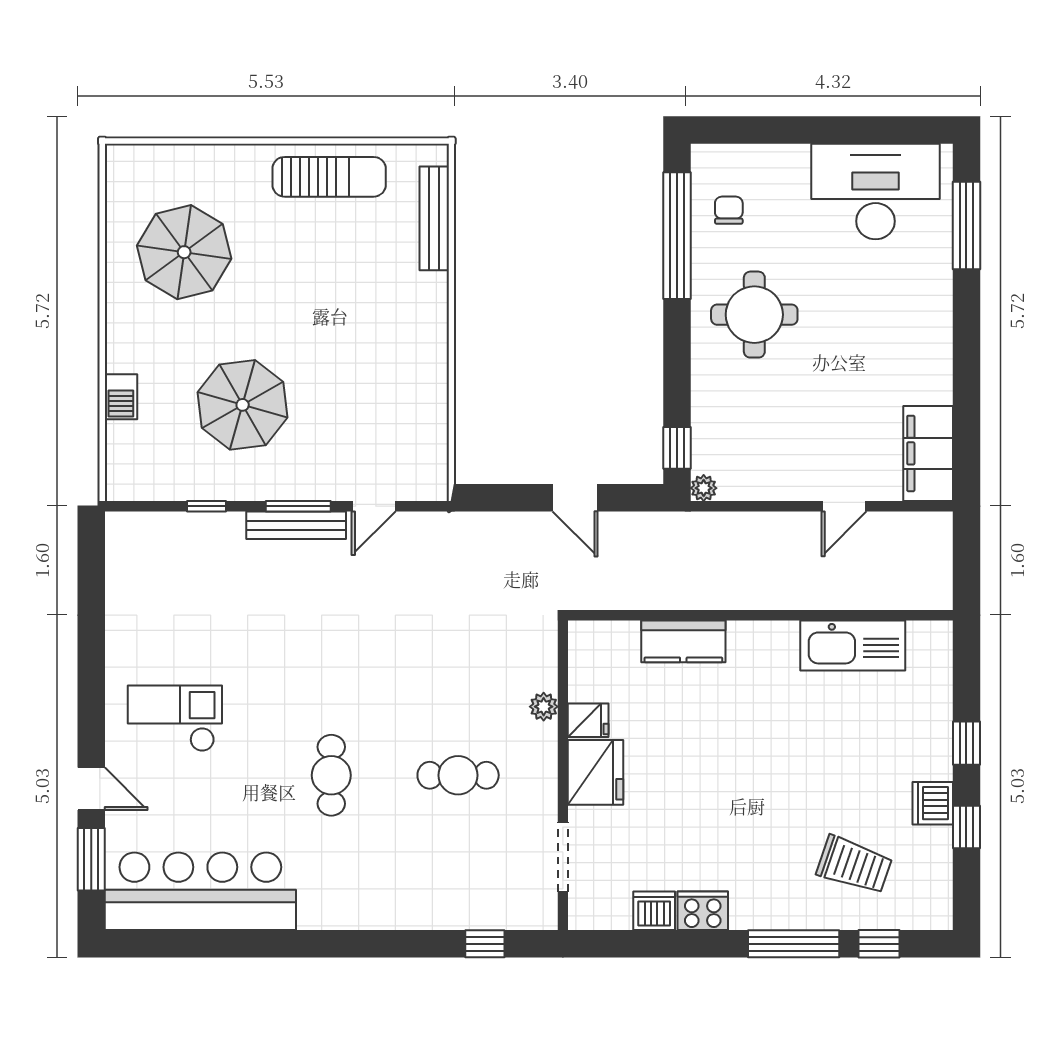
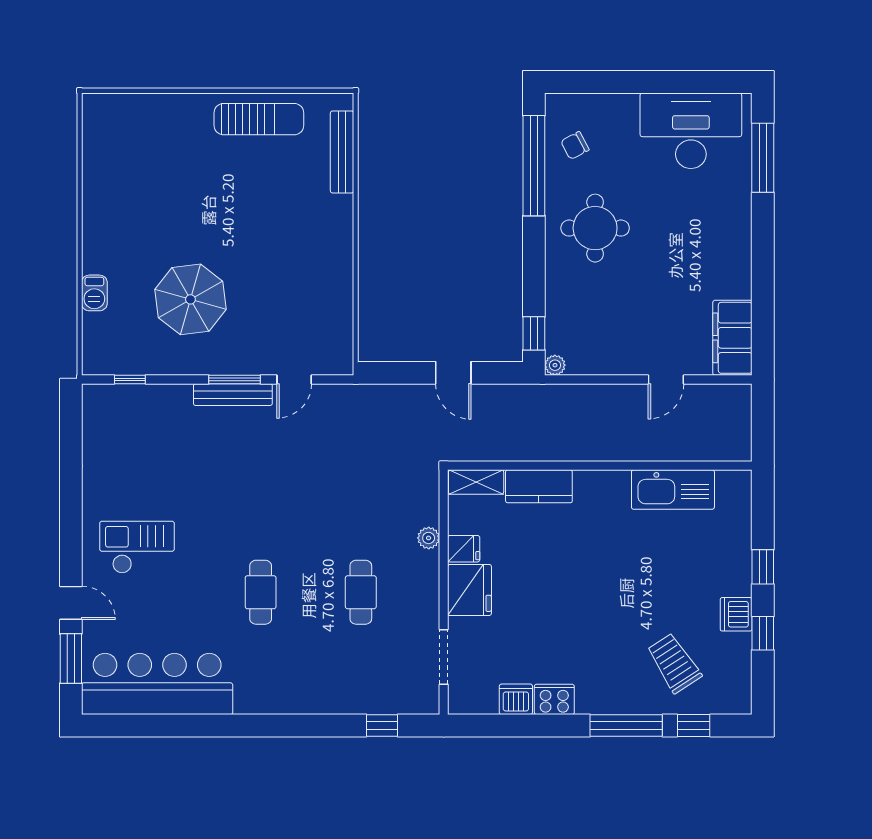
chair: (729, 210) -> (575, 145), turned -118
parasol: (184, 252) -> (144, 179), removed
window: (206, 506) -> (130, 380), moved
shelving: (604, 636) -> (476, 482), added
cafe table: (458, 775) -> (361, 592), turned 90
trolley: (854, 865) -> (674, 663), turned -142

